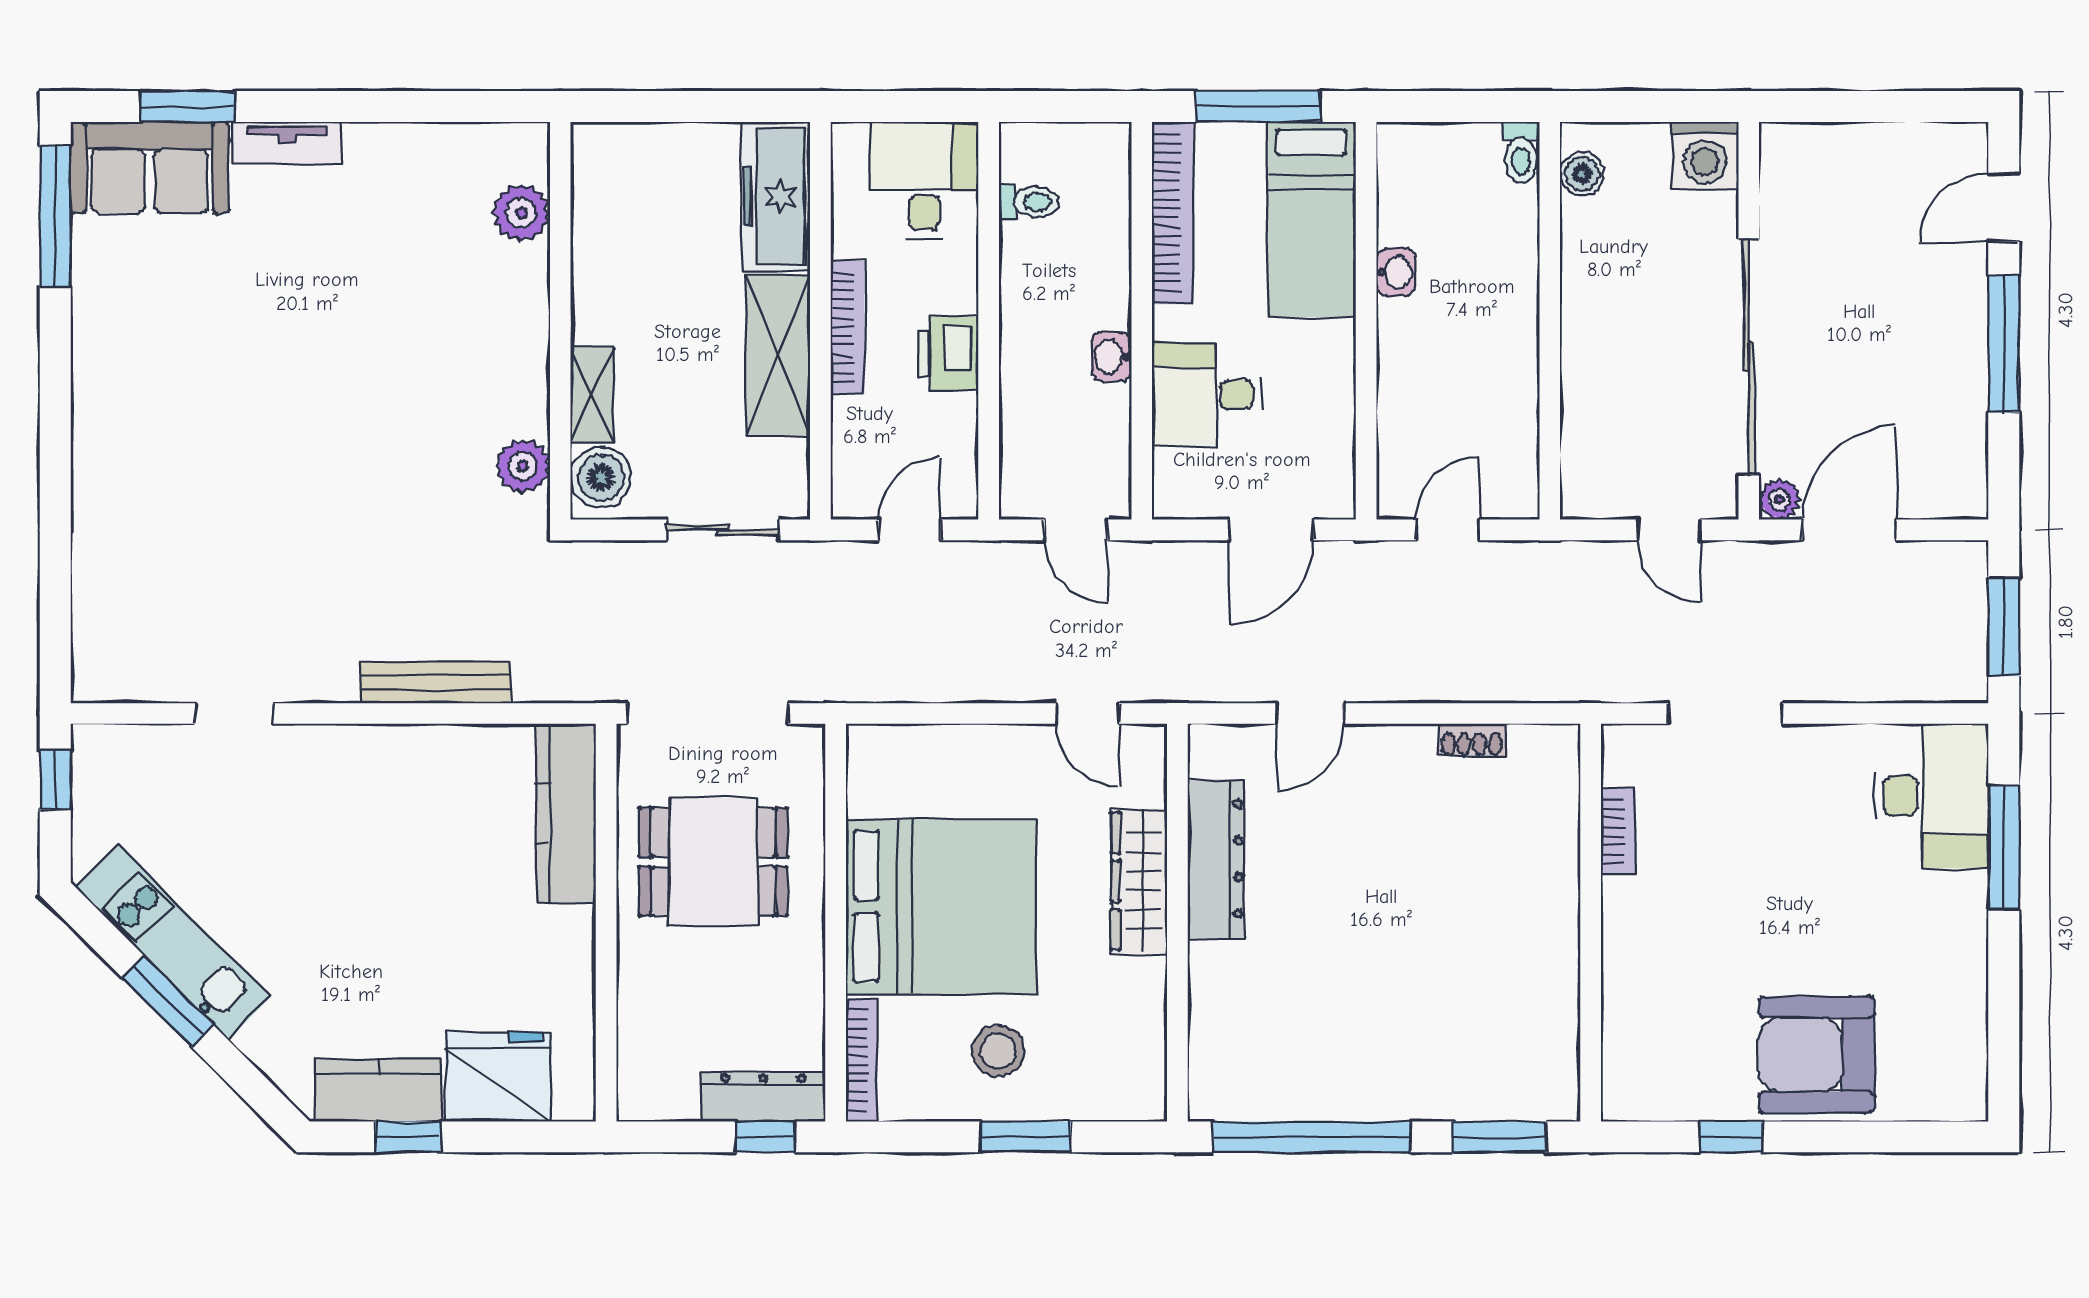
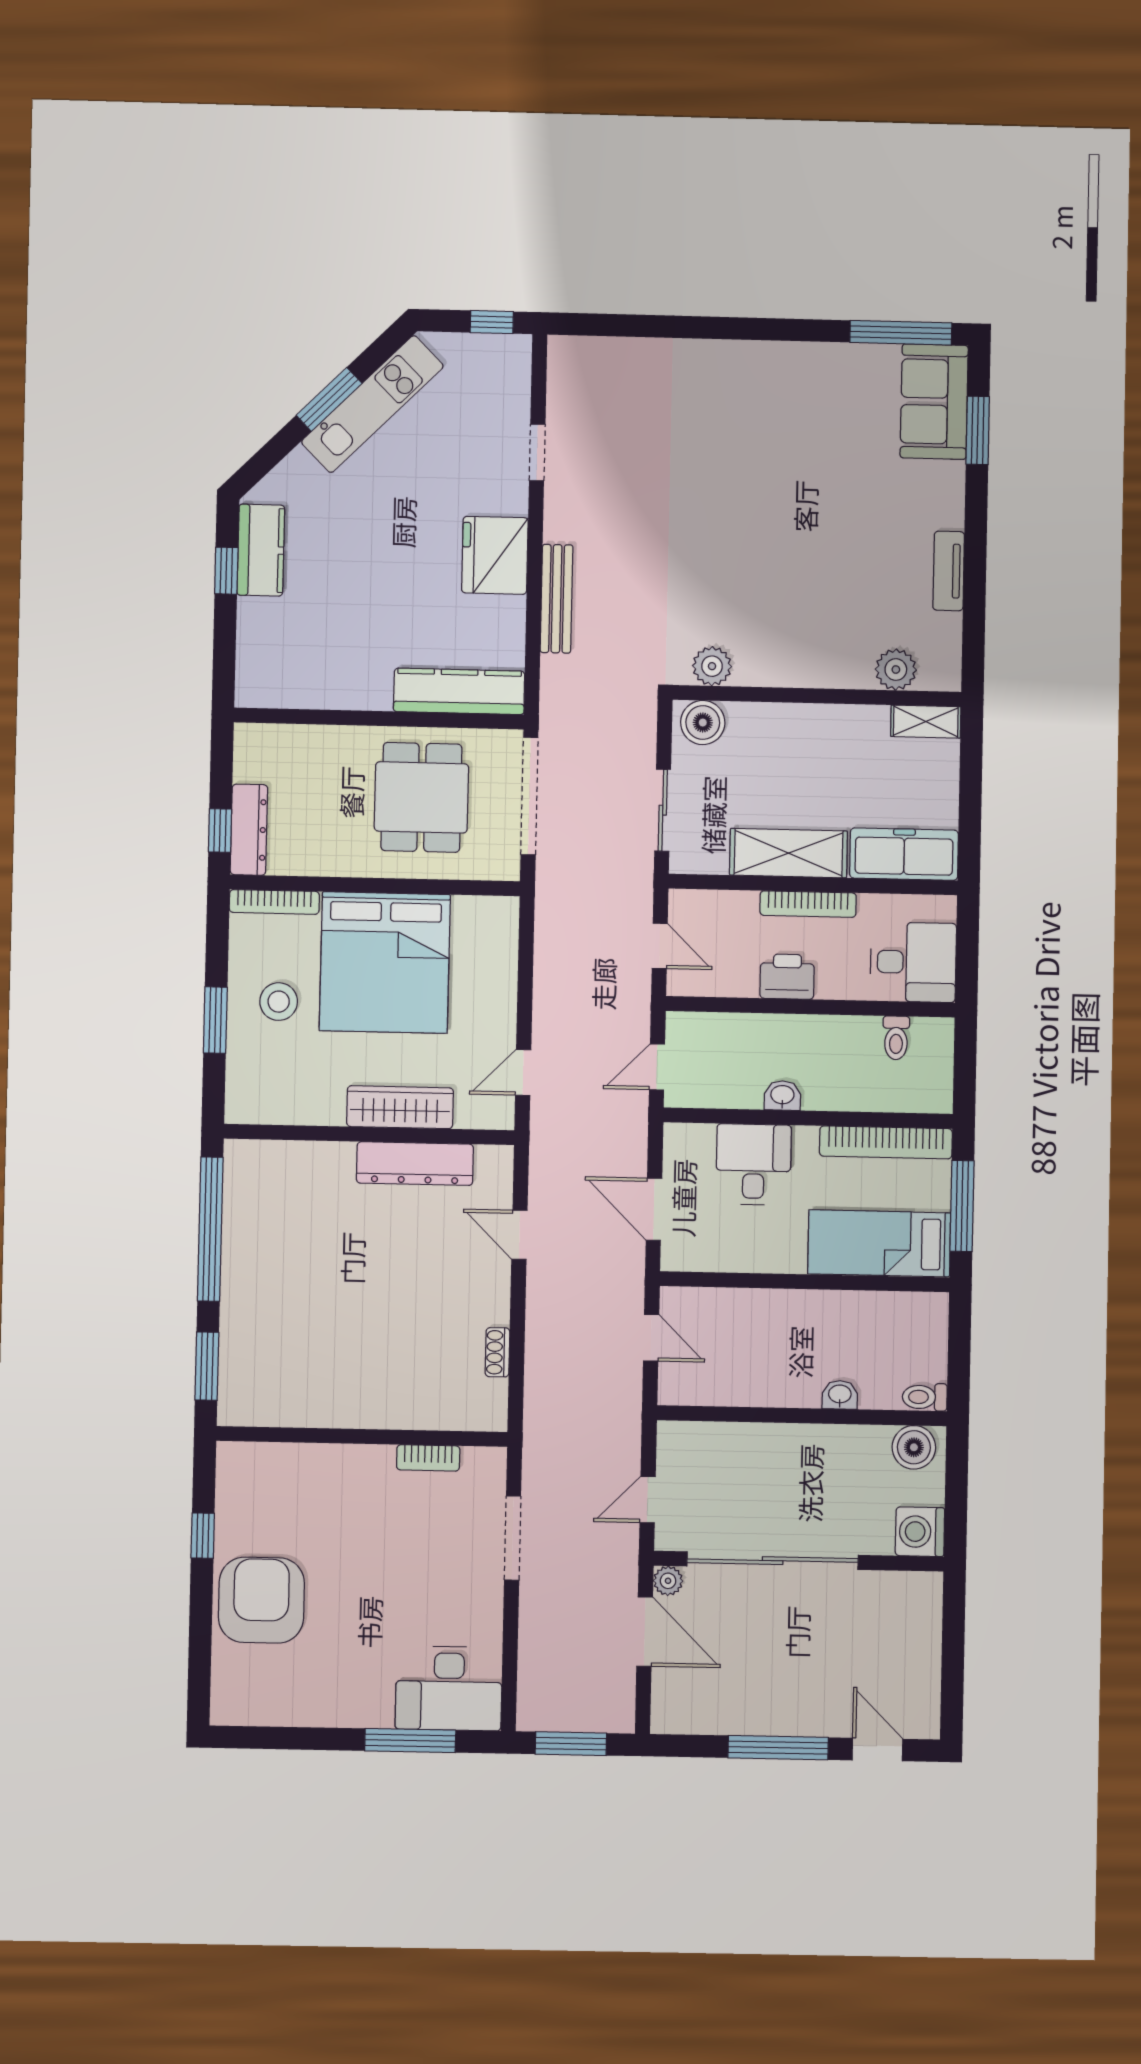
tv unit: (287, 143) -> (949, 571), moved
boiler: (1582, 174) -> (914, 1447), width x1.36, depth x1.36
washbasin: (1396, 272) -> (840, 1395), moved, turned 180
shelving: (592, 395) -> (926, 722), moved
fridge: (498, 1077) -> (495, 555), moved, turned 180

